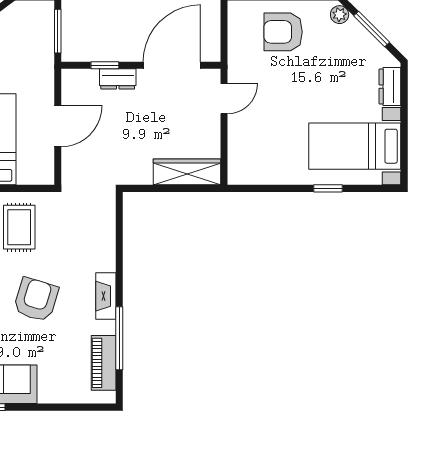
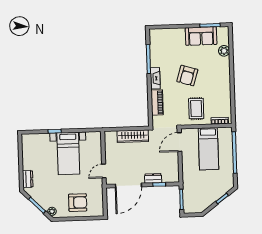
door: (58, 126) -> (180, 142), moved
bed with nightstands: (355, 146) -> (68, 153), moved, turned 90
wardrobe: (187, 172) -> (133, 136), moved
piano: (104, 363) -> (157, 102), moved

